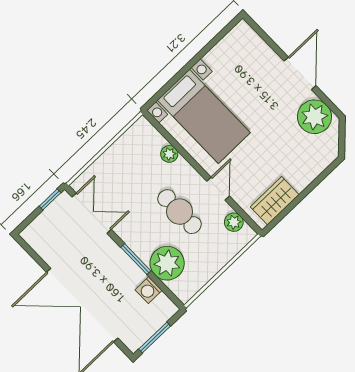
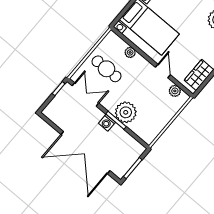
cafe table: (180, 212) -> (106, 69), moved
plant: (167, 263) -> (126, 112), moved
washing machine: (149, 290) -> (107, 123), moved

